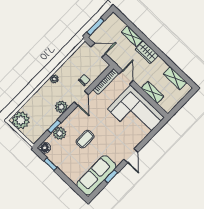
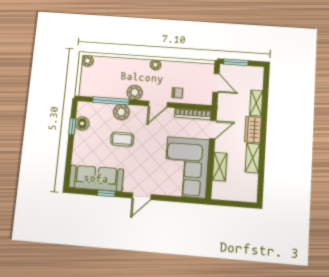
shelving: (175, 78) -> (253, 158), moved
plant: (21, 120) -> (87, 61), width x0.53, depth x0.53
window: (54, 126) -> (111, 101), width x2.17
plant: (60, 133) -> (121, 112), moved
floor lamp: (45, 148) -> (82, 123), moved

